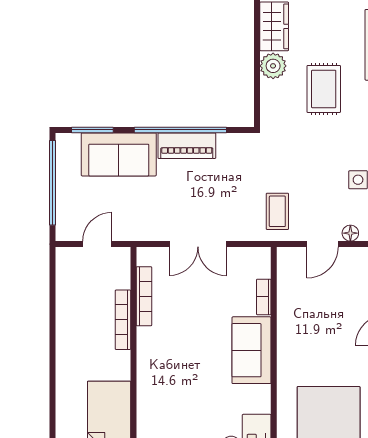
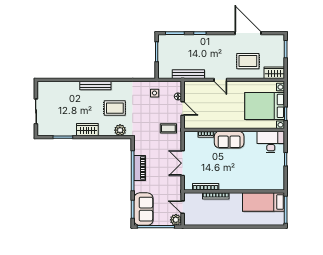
plant: (273, 66) -> (120, 130), moved
sofa: (119, 154) -> (143, 209), moved
plant: (68, 228) -> (176, 220), added
double door: (198, 244) -> (183, 163), swing flipped

